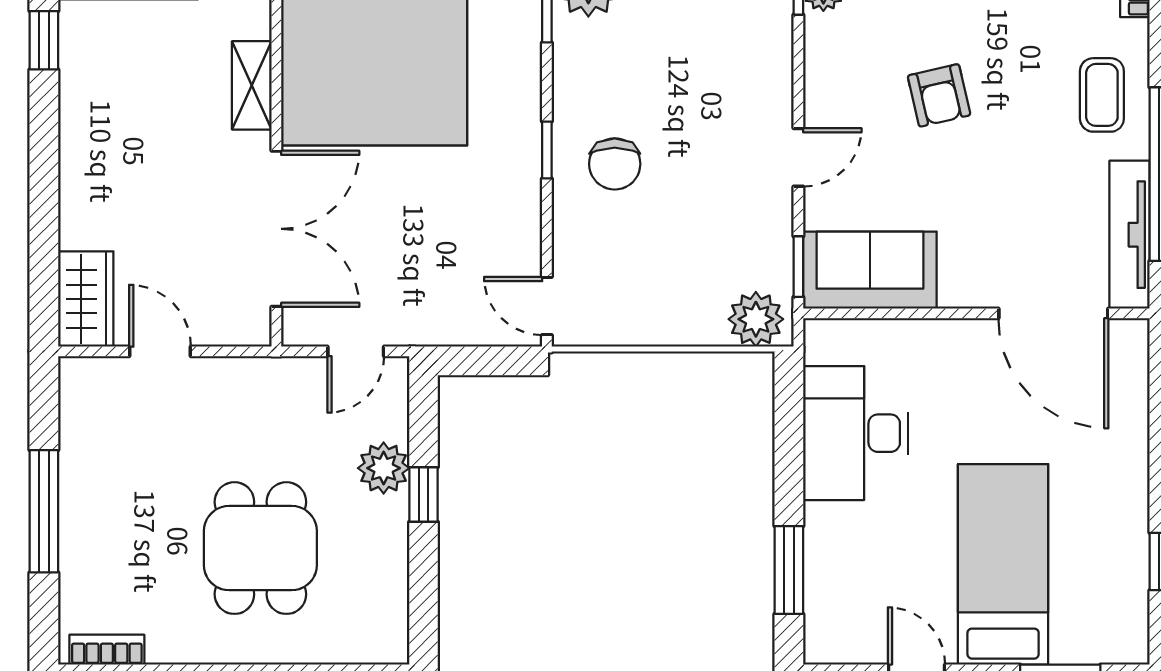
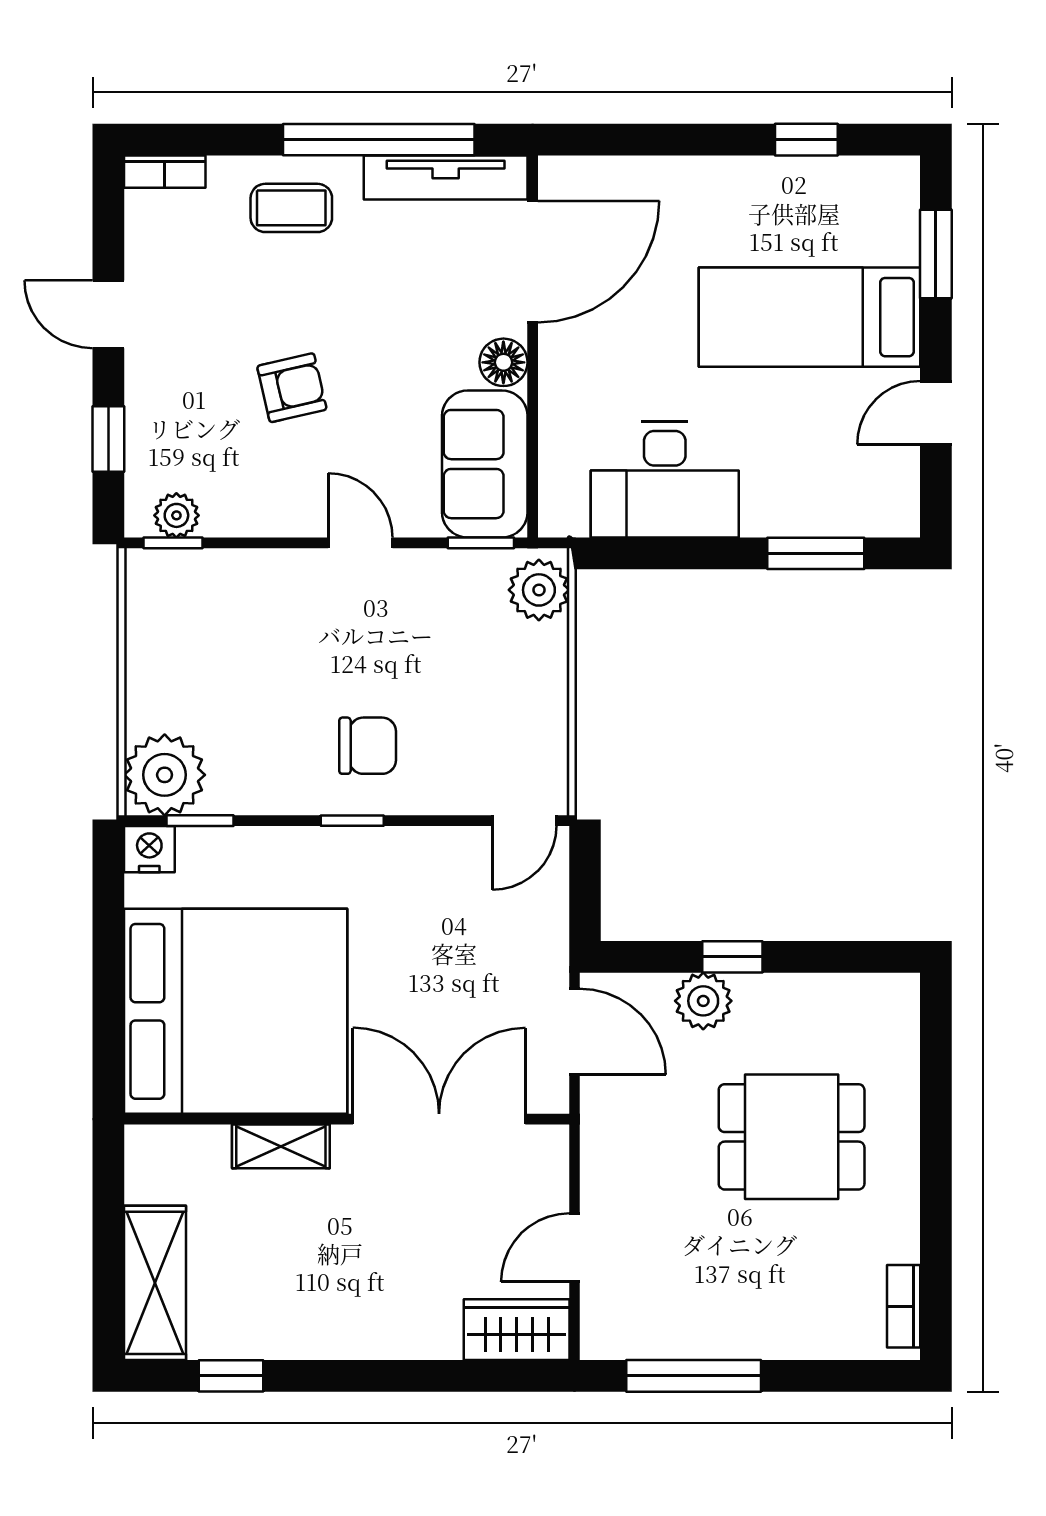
floor lamp: (962, 287) -> (503, 362), added
door: (356, 351) -> (574, 1032), width x1.38
window: (44, 511) -> (694, 1376), moved

